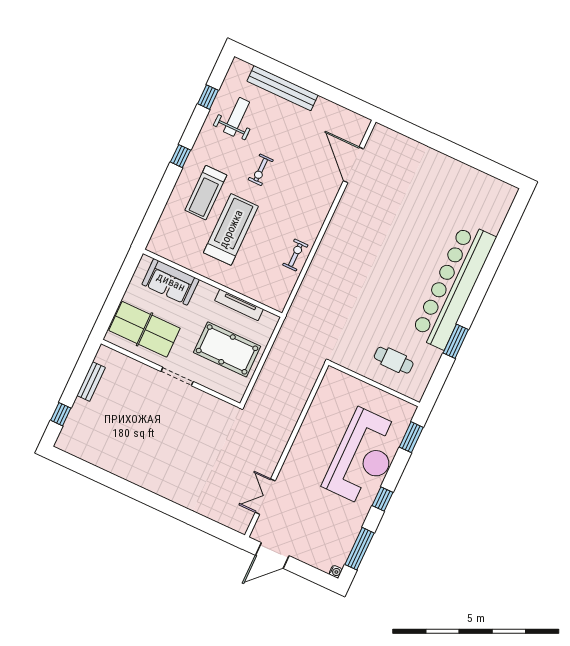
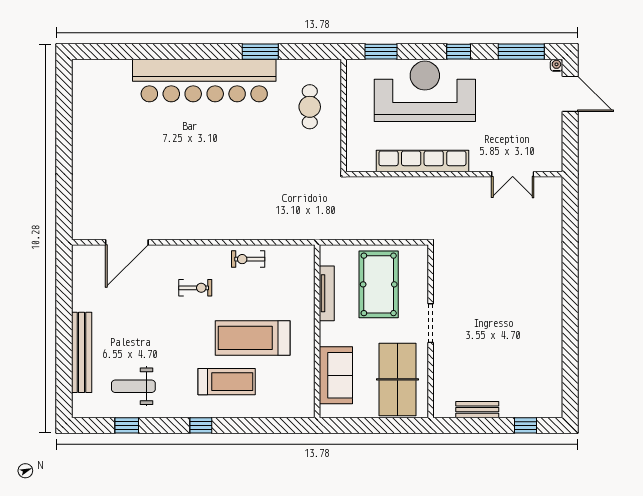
exercise bike: (261, 170) -> (195, 288), moved
row of seats: (309, 430) -> (422, 161), added
door: (272, 555) -> (570, 94), moved

